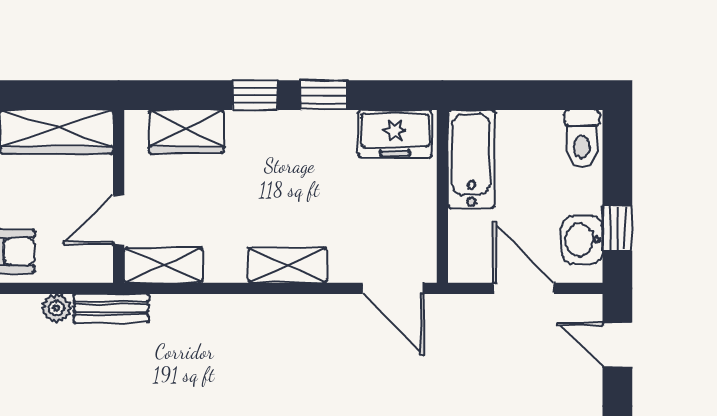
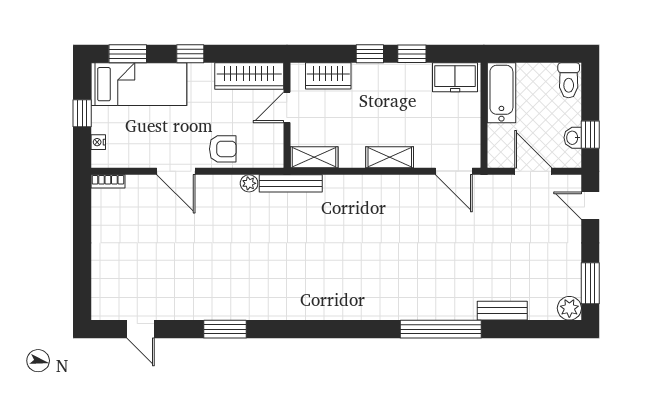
door: (119, 220) -> (287, 107), moved
washbasin: (582, 240) -> (573, 138), width x0.72, depth x0.69
bench: (111, 308) -> (291, 183), width x1.36

